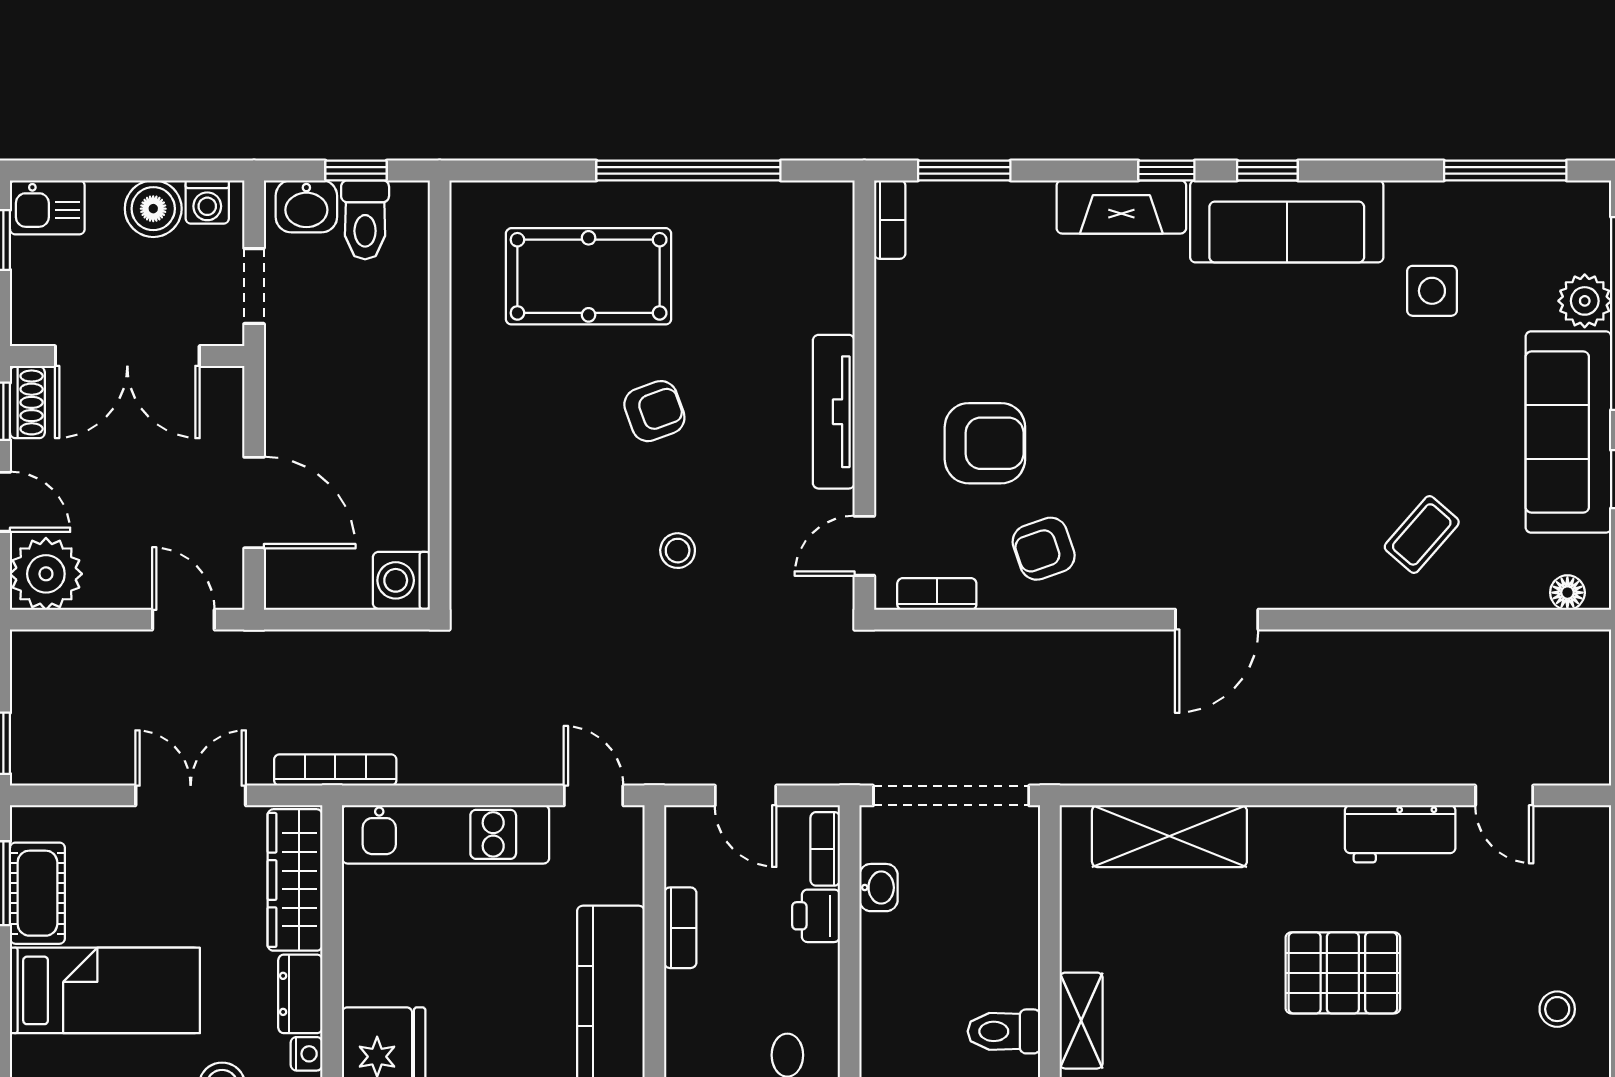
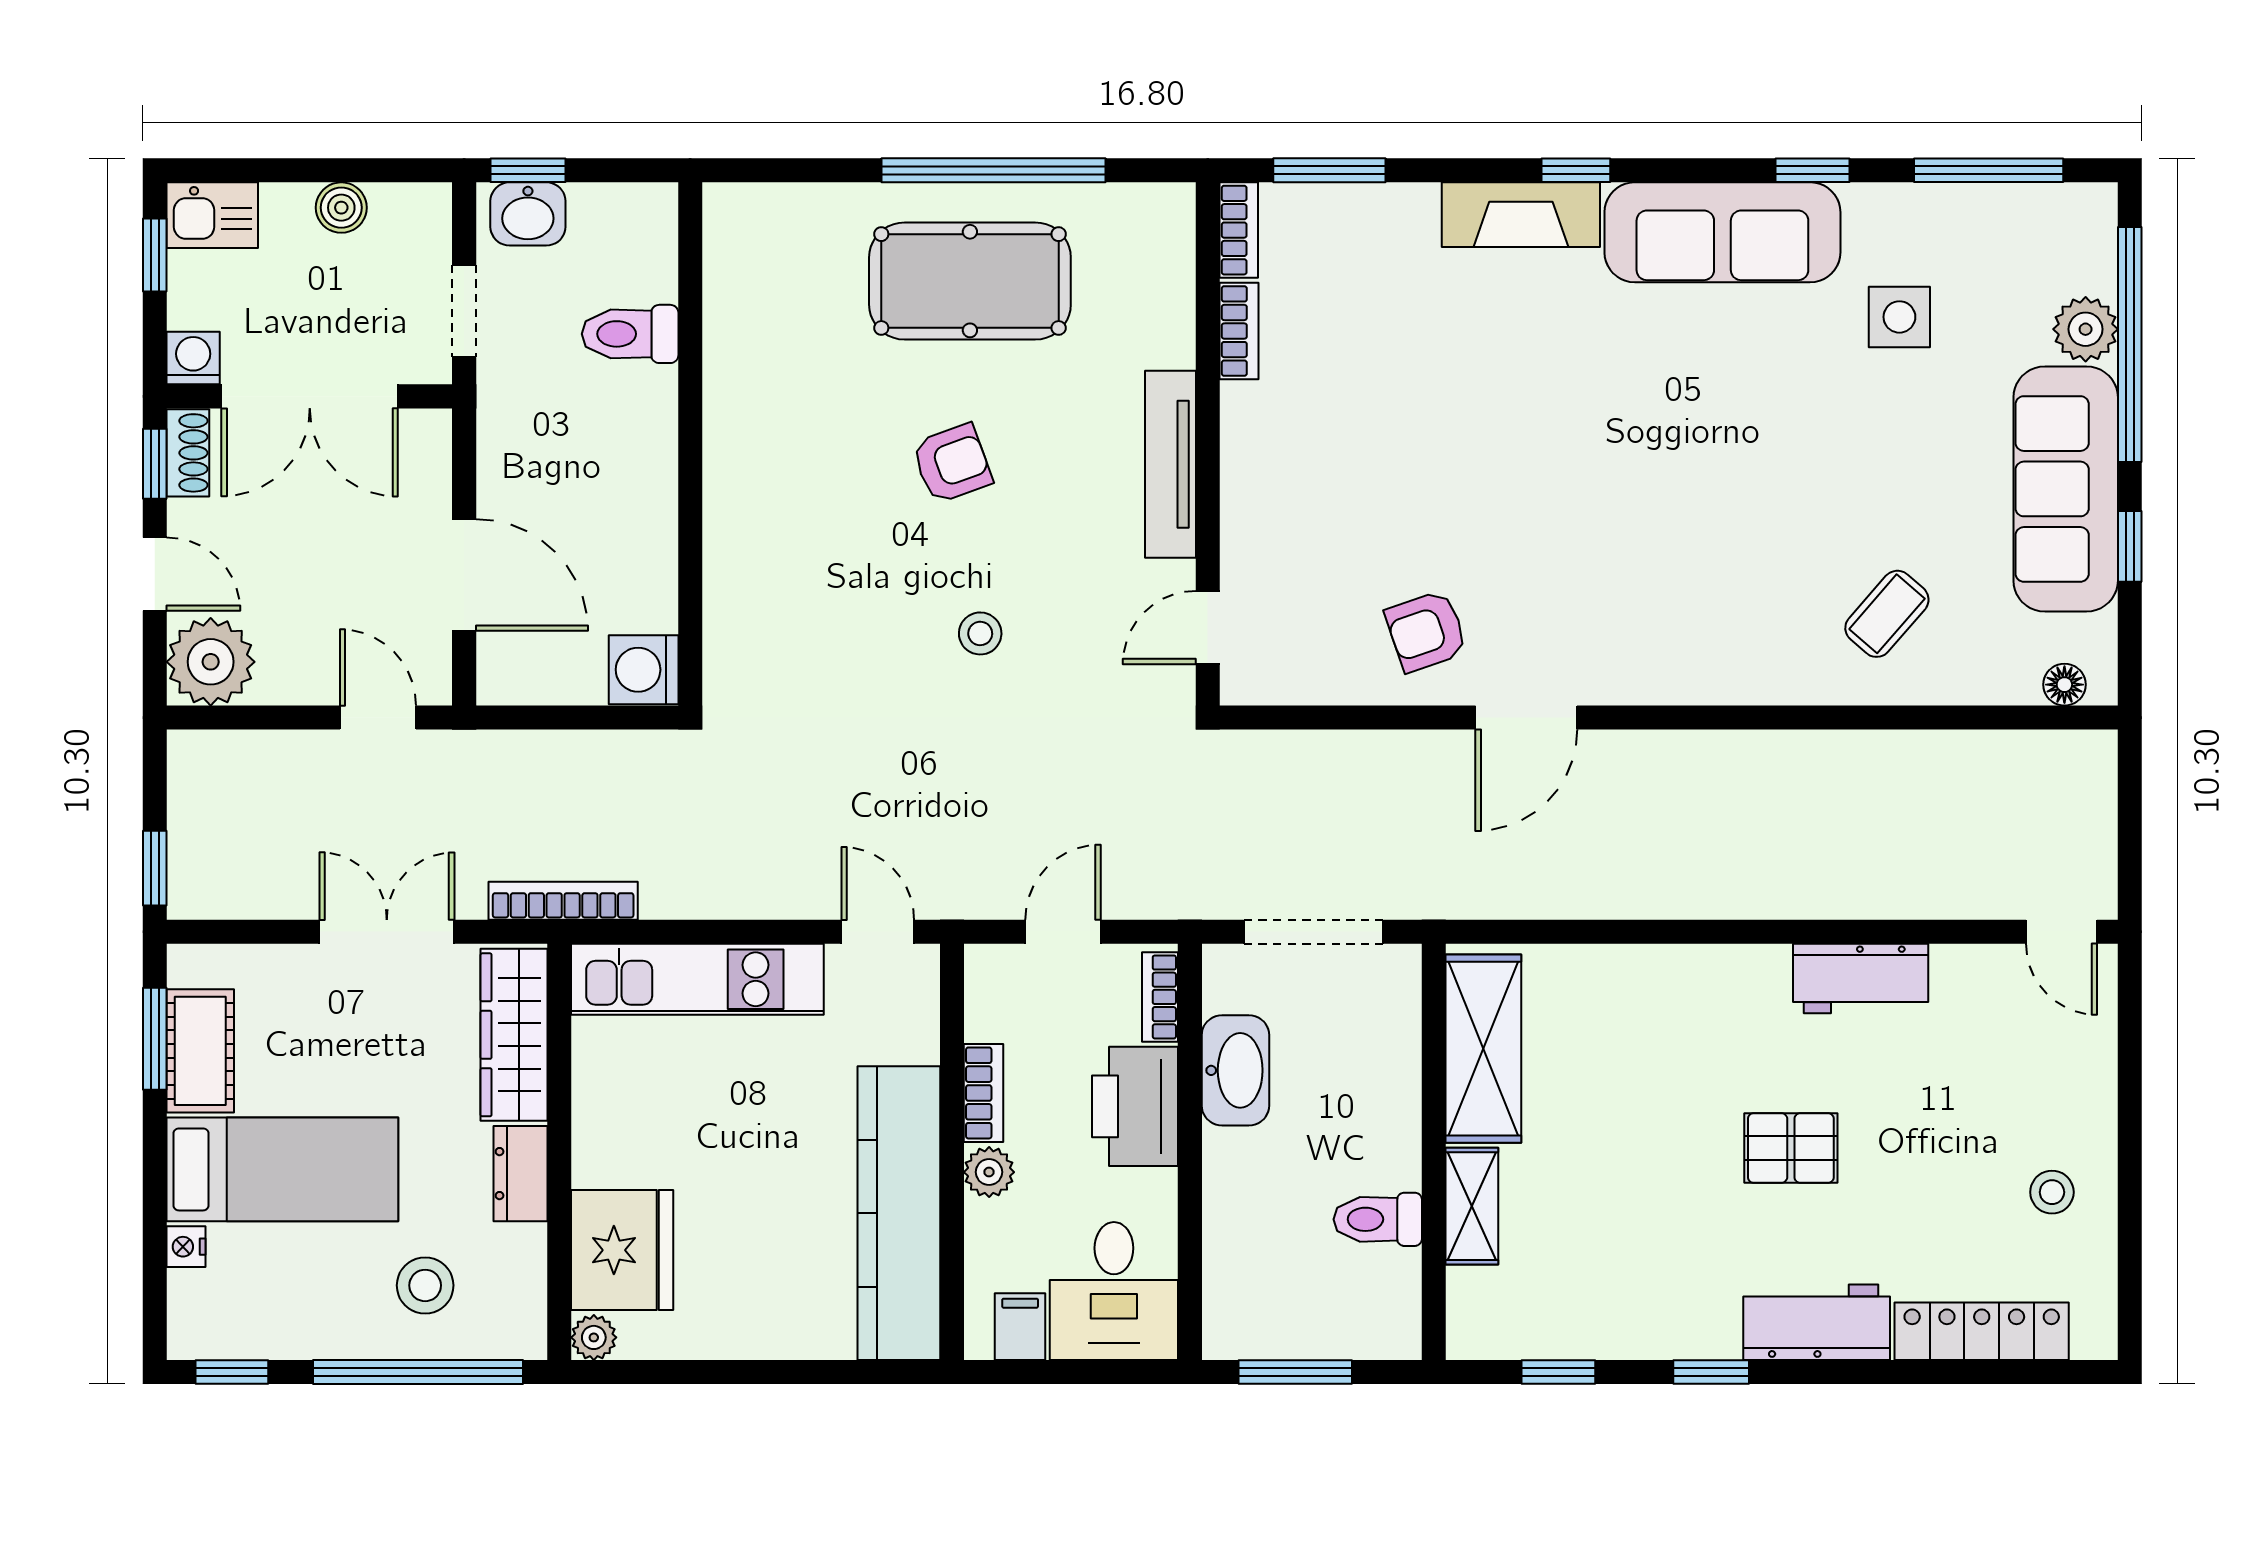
window: (356, 170) -> (528, 170), moved
window: (1267, 170) -> (1812, 170), moved
washing machine: (207, 202) -> (193, 358), moved, turned 180
boiler: (153, 209) -> (341, 208), width x0.73, depth x0.73
toilet: (365, 220) -> (630, 334), moved, turned 90
pool table: (589, 276) -> (970, 281), moved
armchair: (985, 443) -> (1355, 503), removed
bookcase: (937, 594) -> (1239, 331), moved, turned 90
door: (1217, 620) -> (1526, 718), moved
door: (746, 795) -> (1063, 932), swing flipped
doorway: (951, 795) -> (1313, 932), width x0.73
door: (1504, 795) -> (2062, 932), moved
shelving: (1169, 836) -> (1483, 1049), moved, turned 90
washbasin: (879, 888) -> (1235, 1070), width x1.91, depth x1.45
printer: (816, 916) -> (1135, 1106), width x1.87, depth x1.48
pallet: (1343, 973) -> (1791, 1148), width x0.67, depth x0.71
plant: (685, 993) -> (989, 1172), added
nightstand: (307, 1054) -> (186, 1247), moved, turned 180

